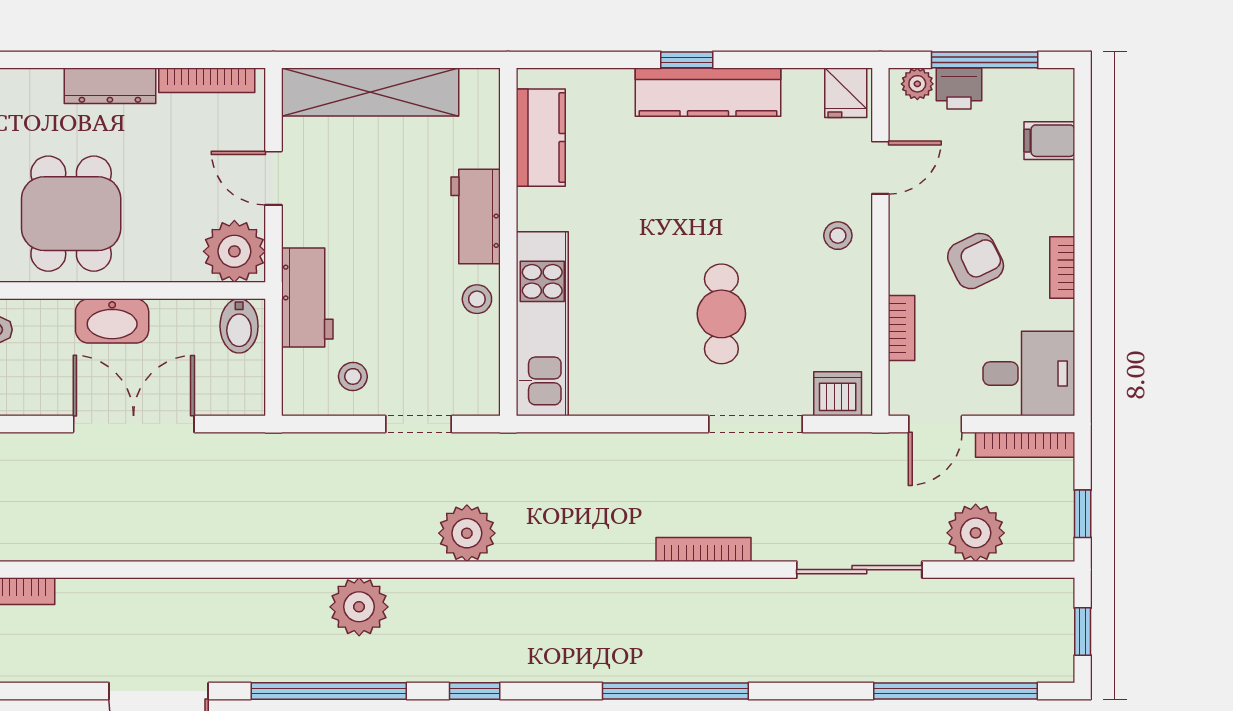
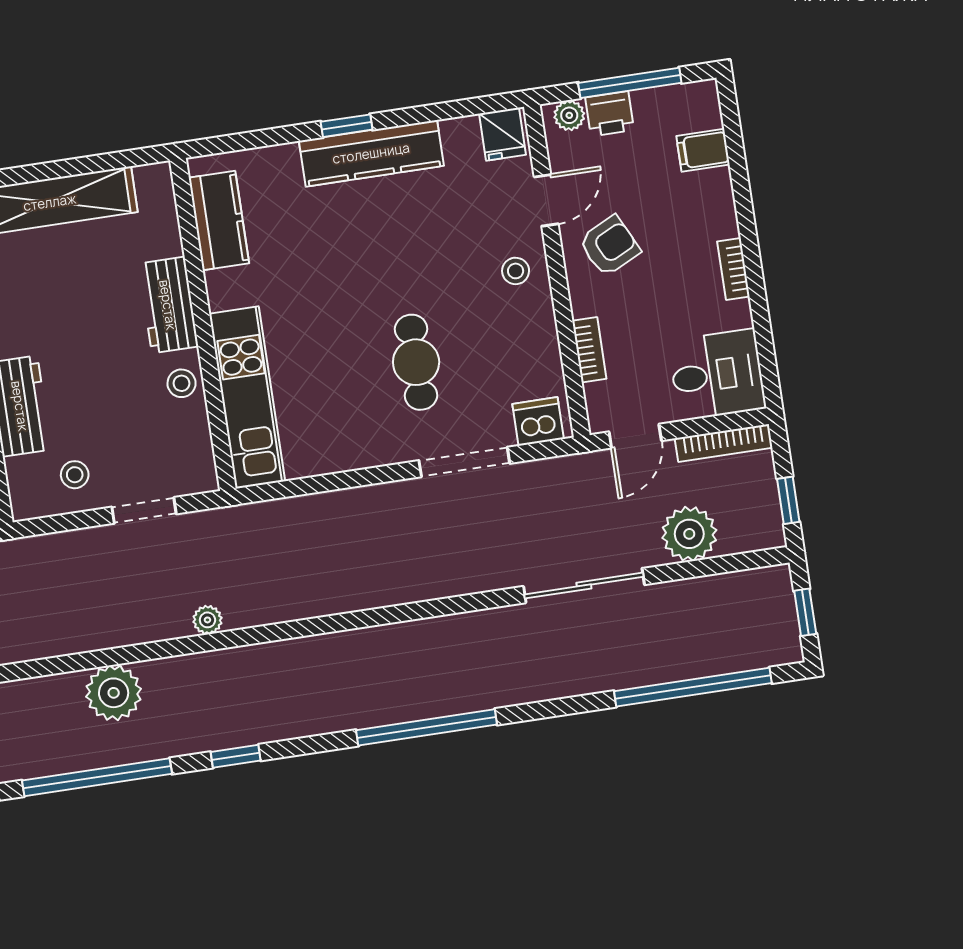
armchair: (976, 261) -> (609, 246), moved
plant: (467, 533) -> (207, 620), width x0.53, depth x0.53
bookcase: (704, 549) -> (433, 589), removed

